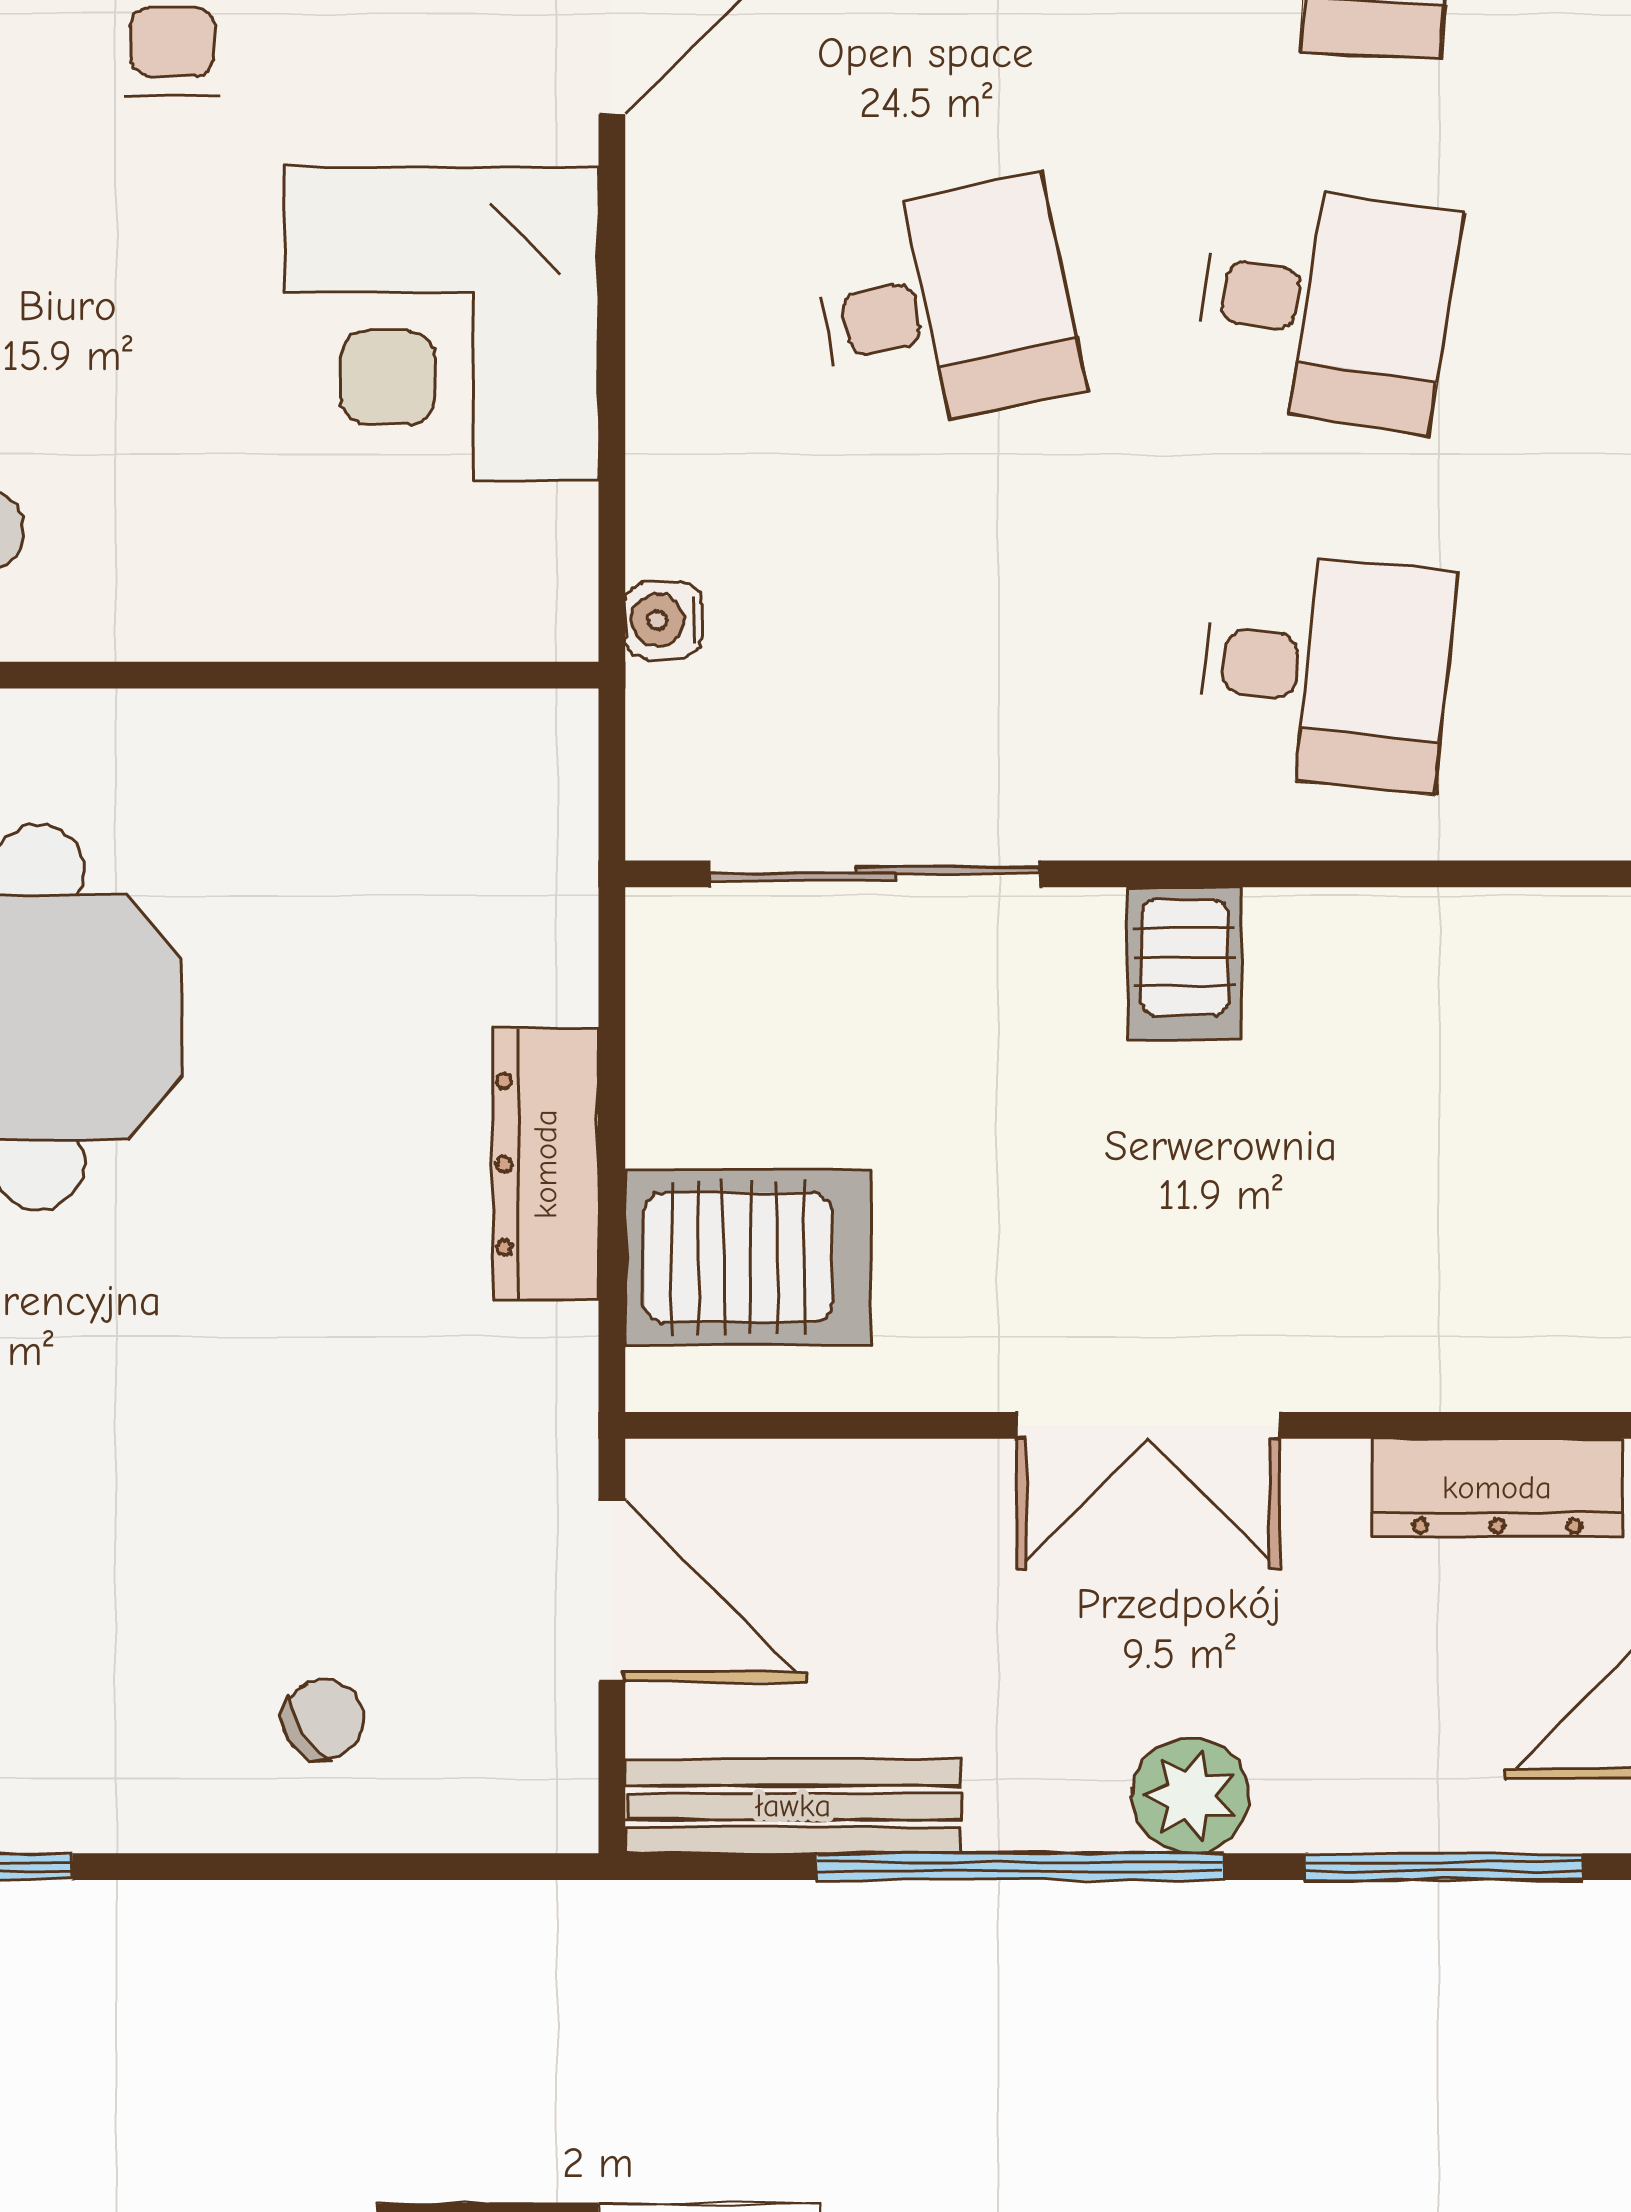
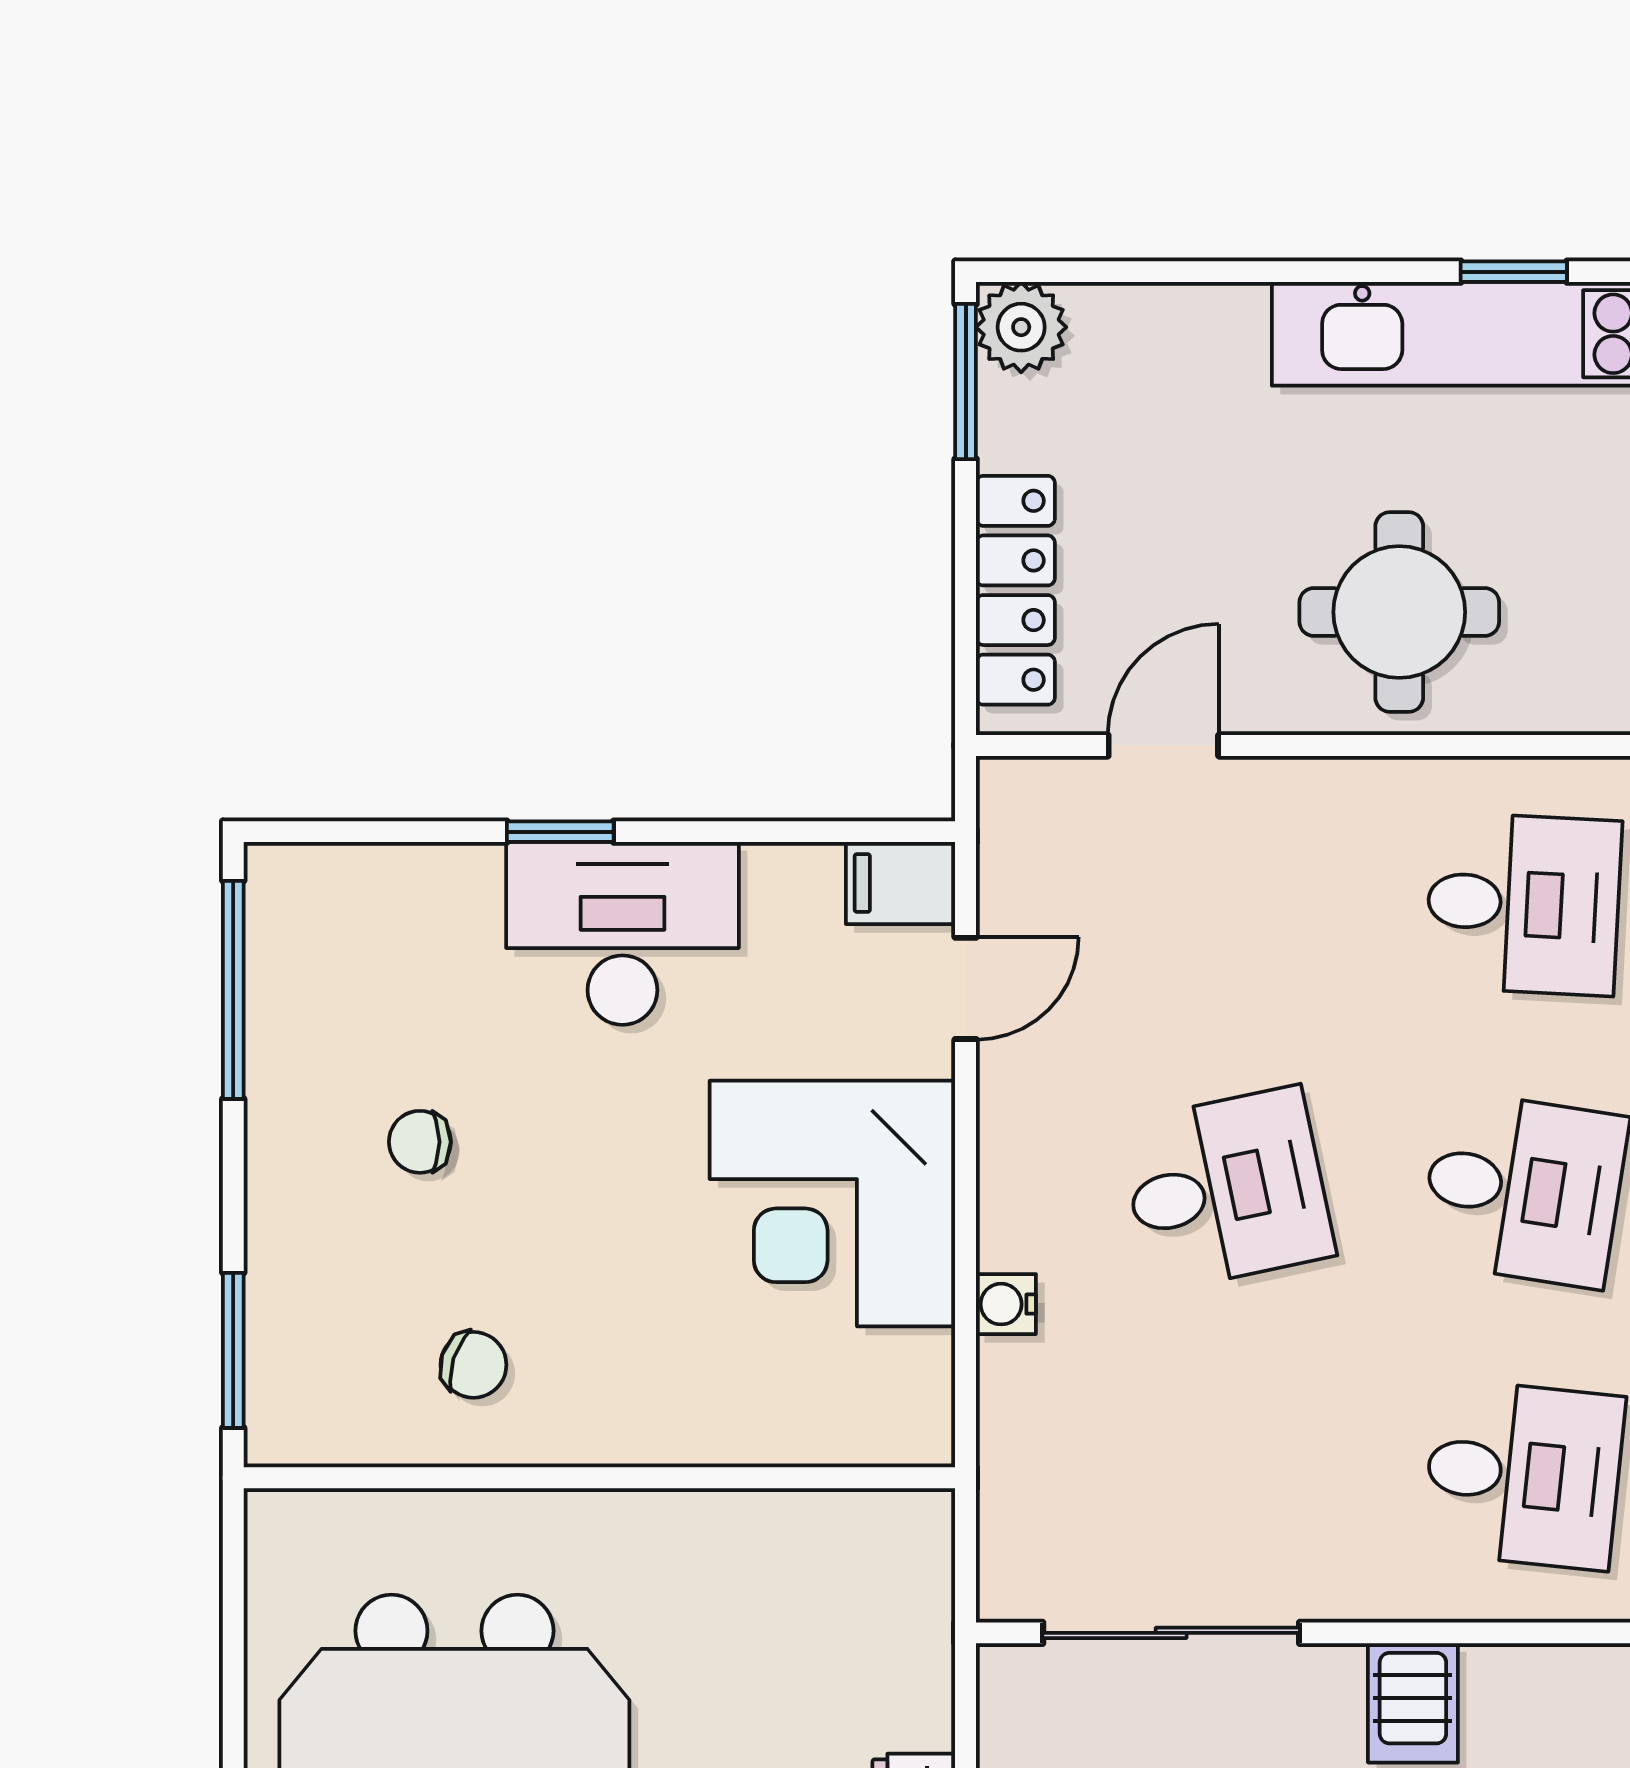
water cooler: (664, 620) -> (1006, 1304), moved

